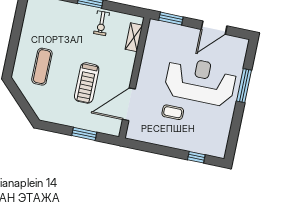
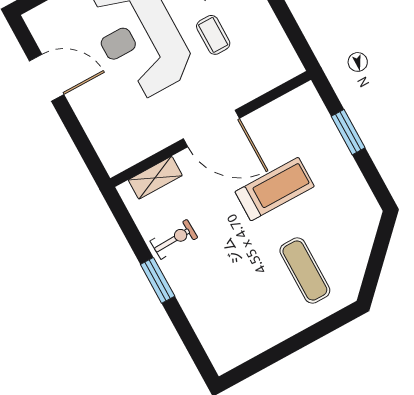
window: (171, 19) -> (85, 148), removed
exercise mat: (42, 67) -> (305, 271), turned 90
door: (129, 104) -> (211, 128), moved

